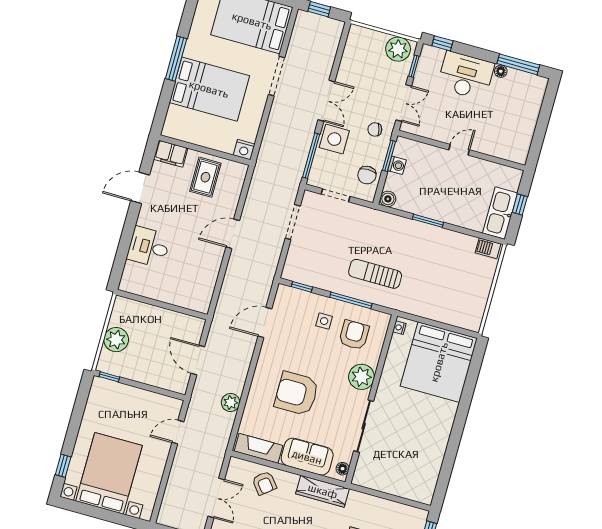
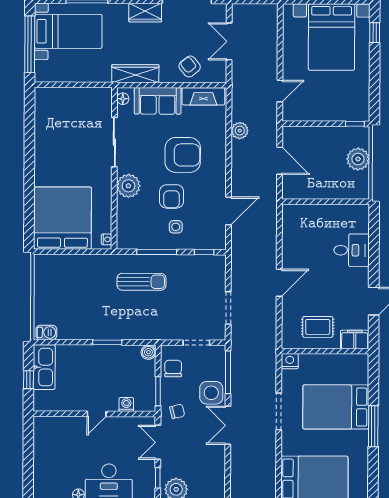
doorway: (277, 76) -> (279, 411), moved
washing machine: (397, 165) -> (126, 404), moved, turned 90
rug: (205, 177) -> (318, 327), turned 90
armchair: (354, 335) -> (172, 196), moved

